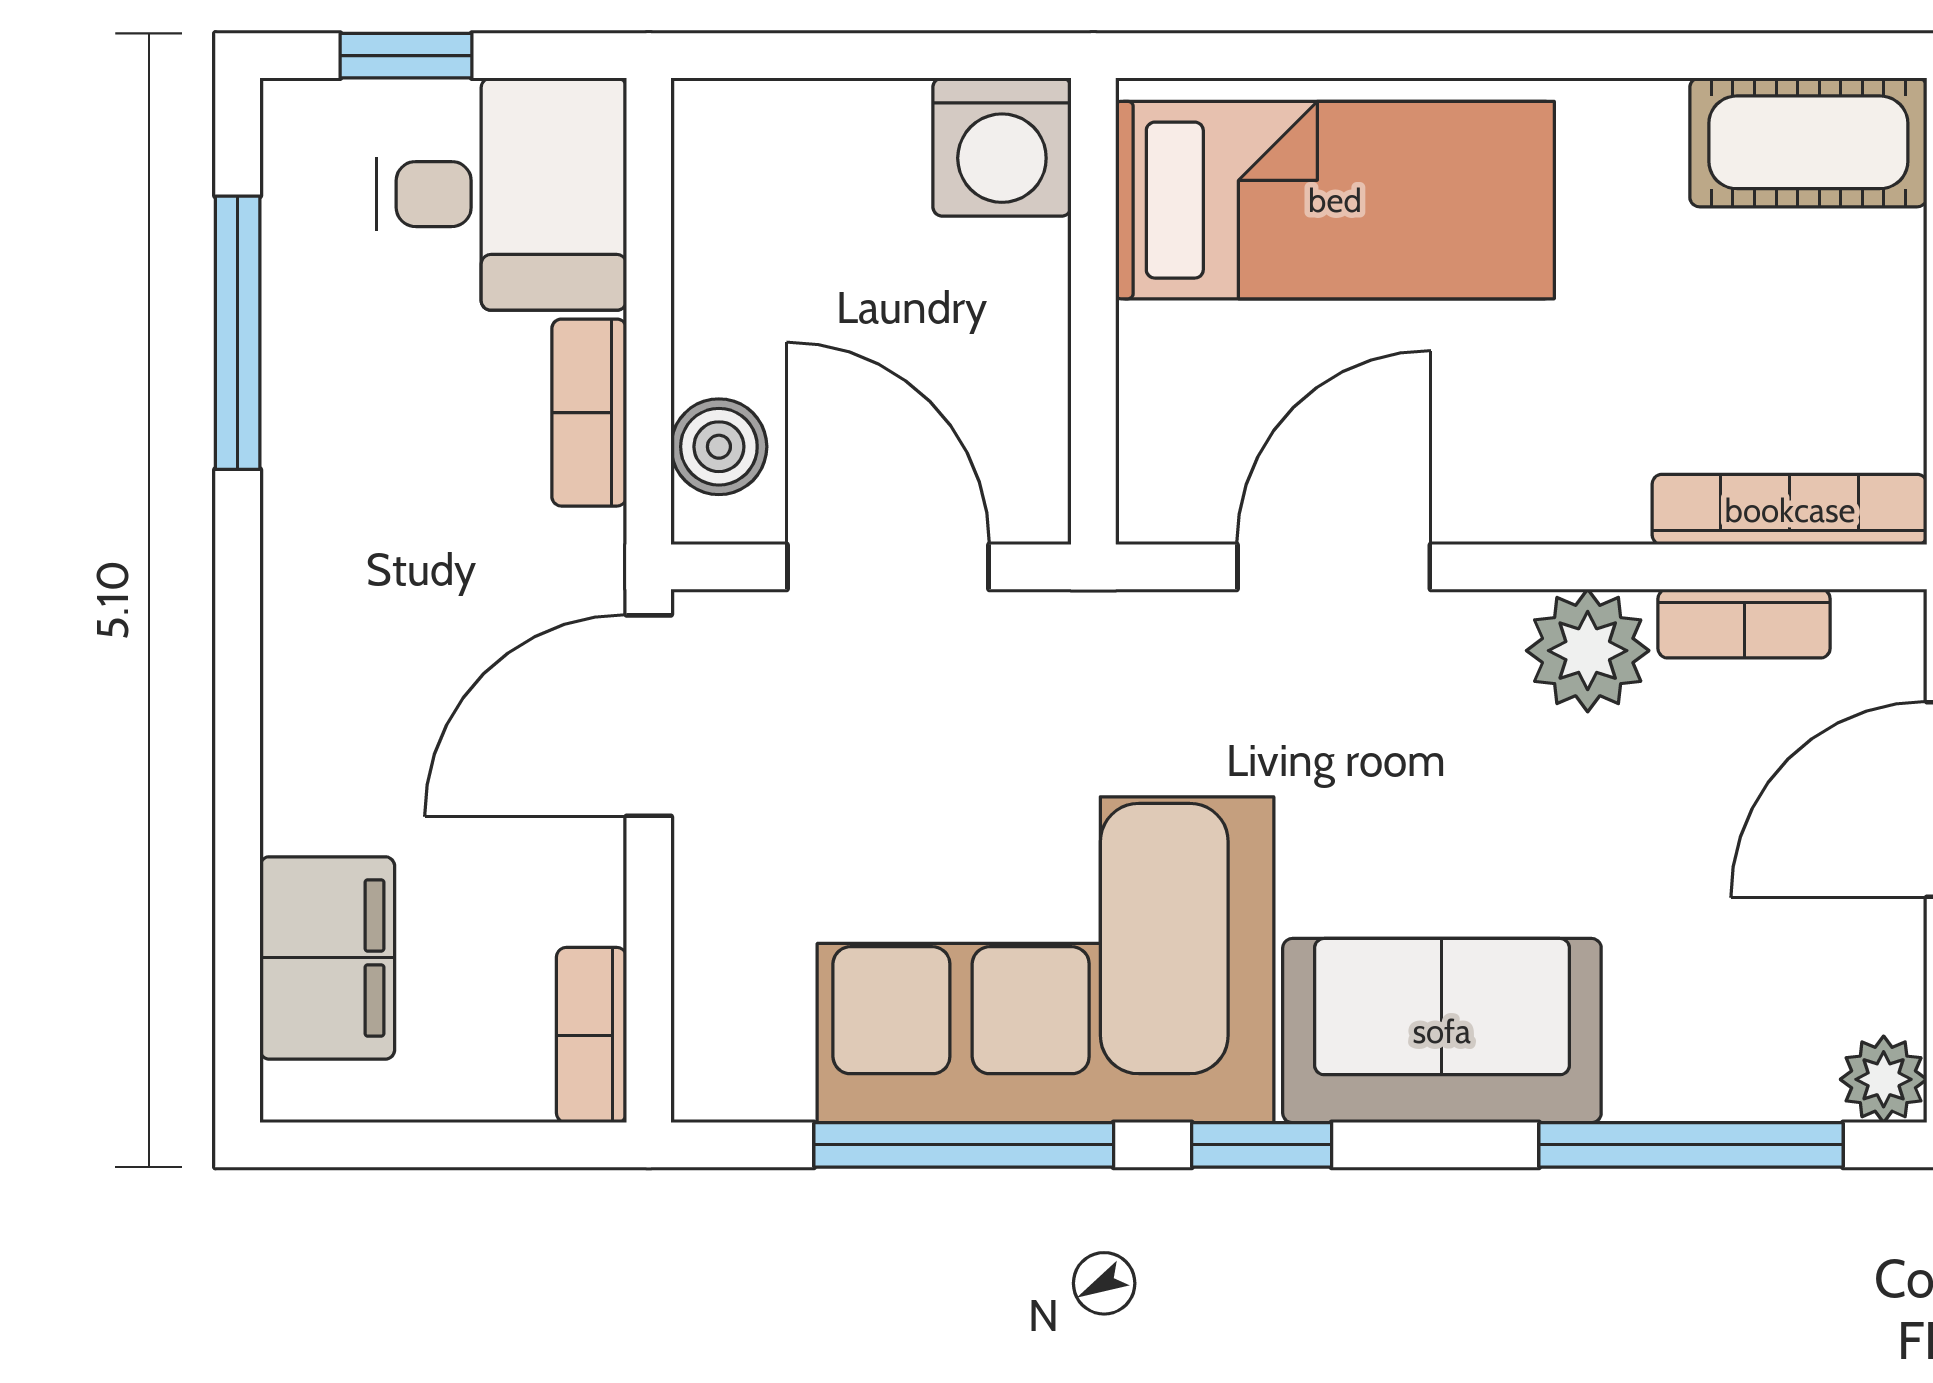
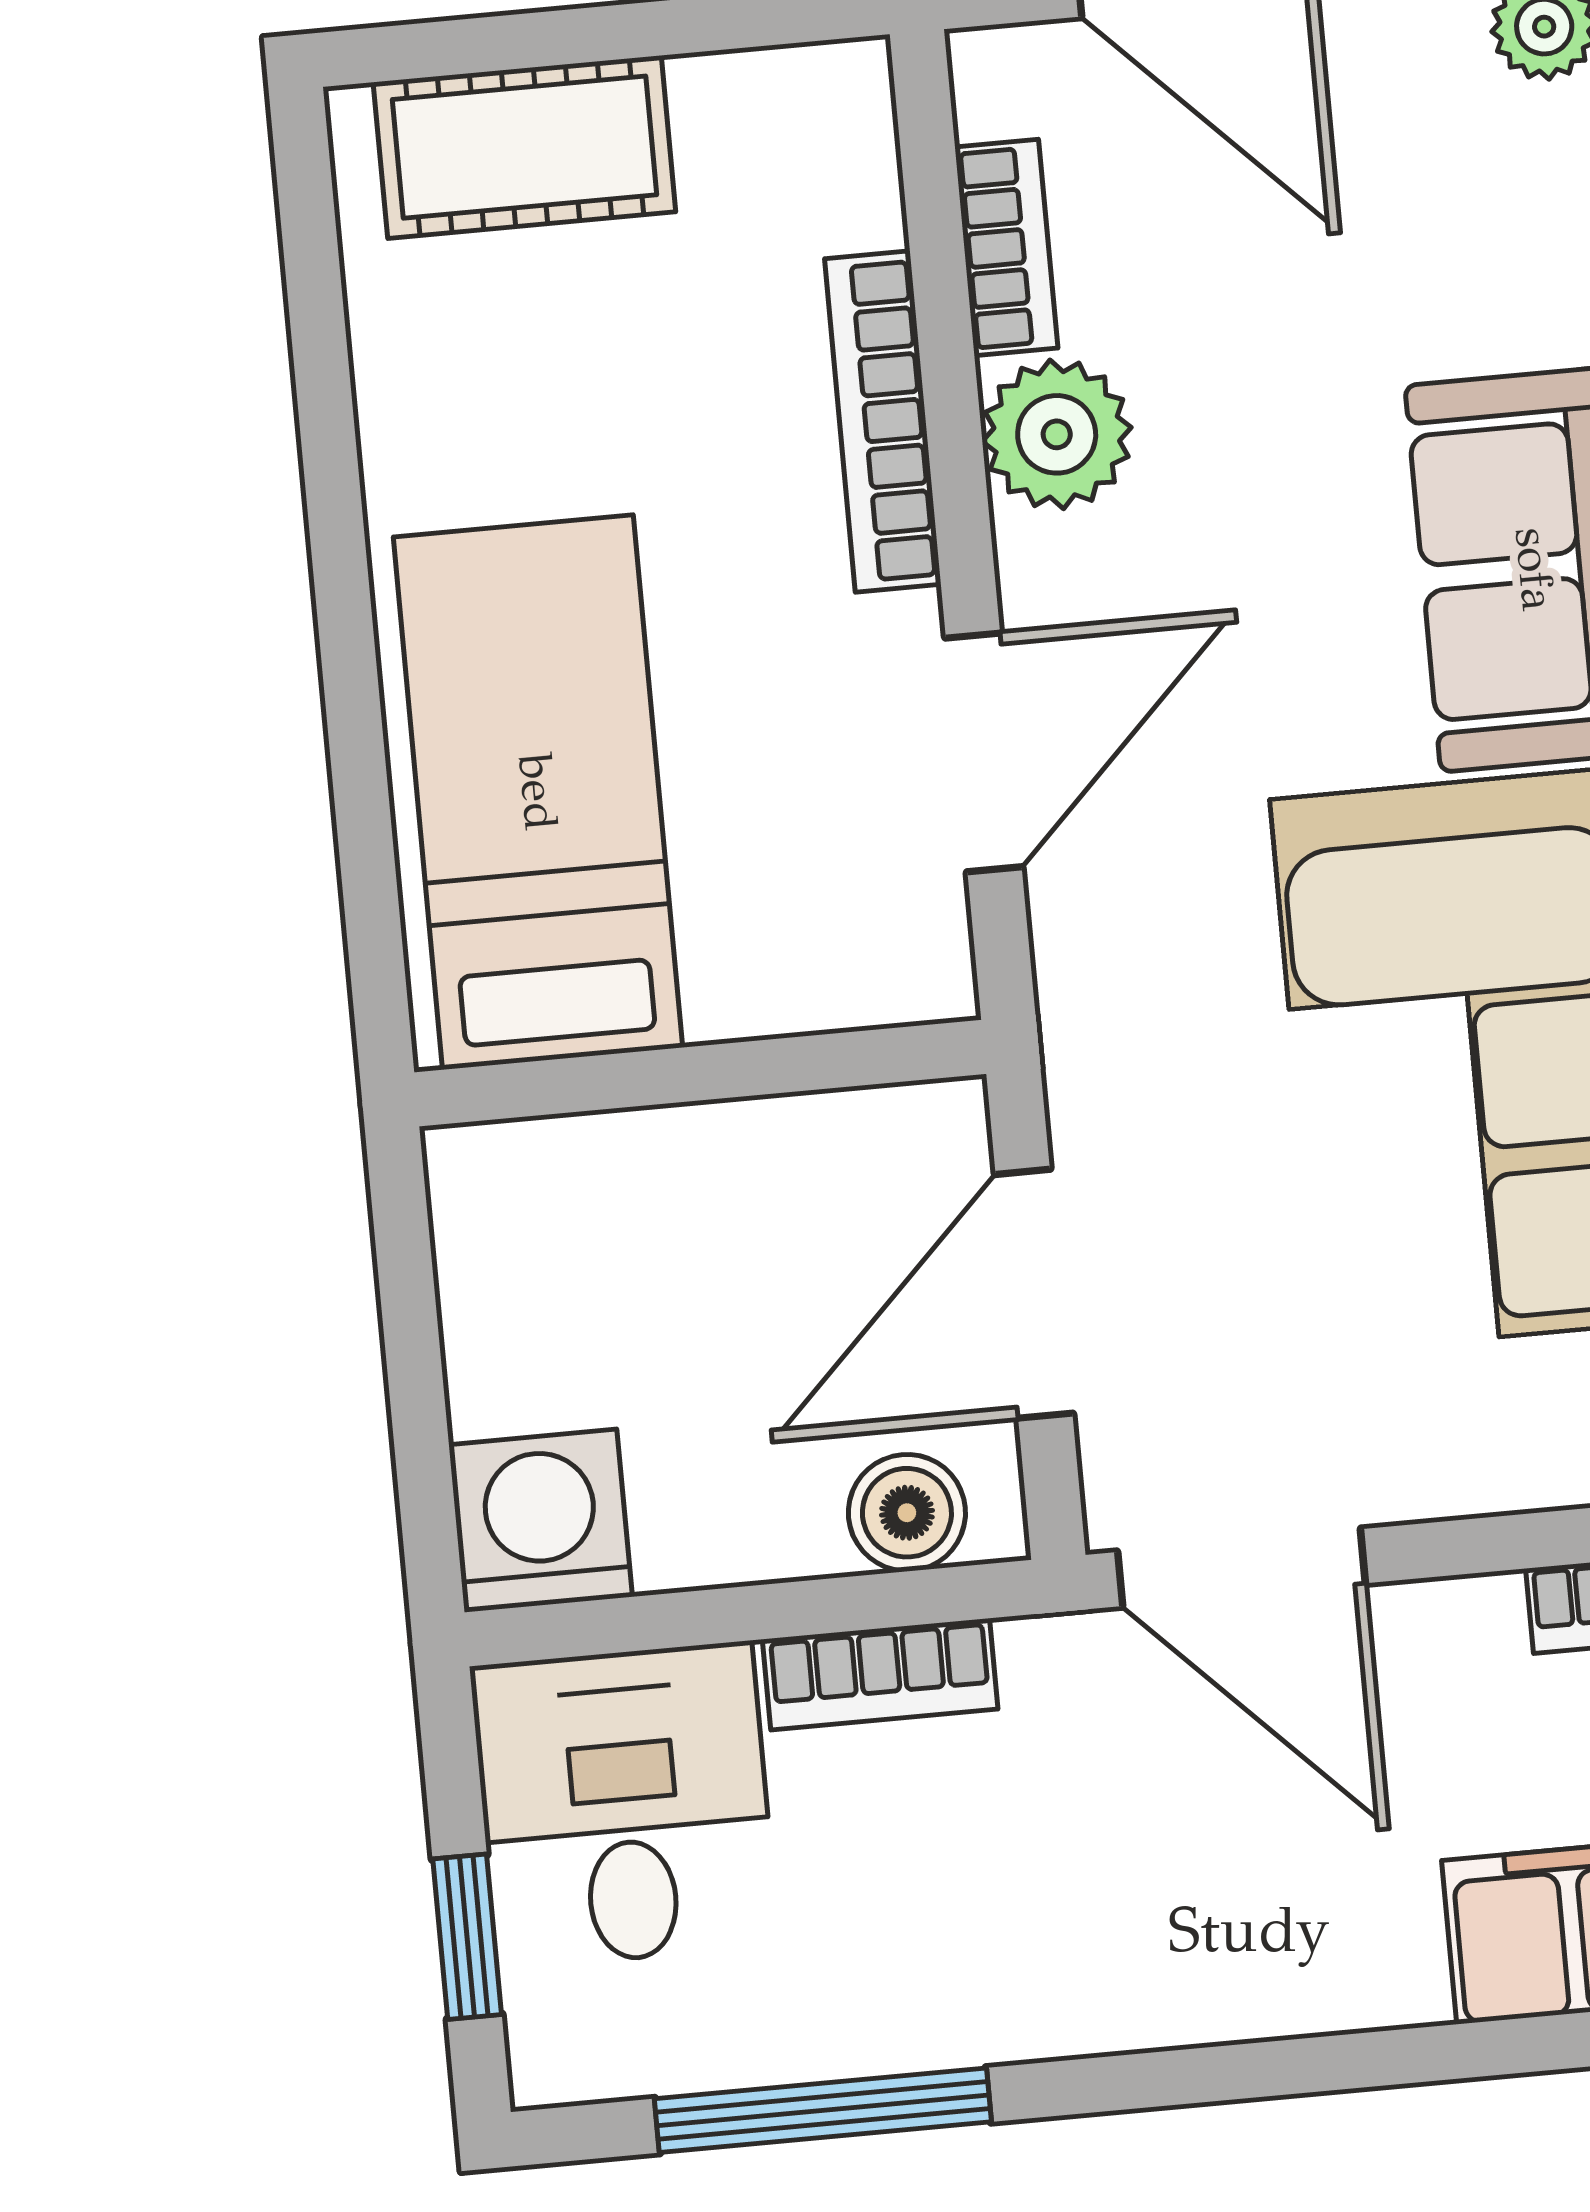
cot: (1808, 142) -> (524, 147), moved, turned 90
washing machine: (1002, 147) -> (541, 1521), moved, turned -90
bookcase: (1790, 510) -> (883, 421), moved
door: (1334, 567) -> (984, 752), swing flipped

